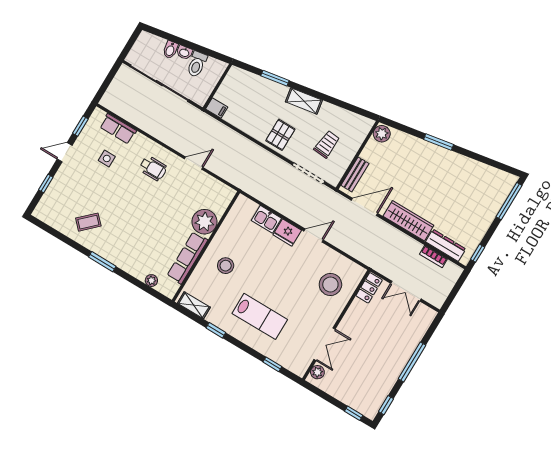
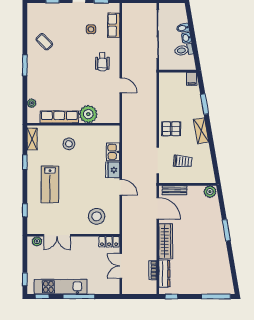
filing cabinet: (217, 108) -> (192, 79), moved
kitchen unit: (388, 377) -> (61, 287), added

